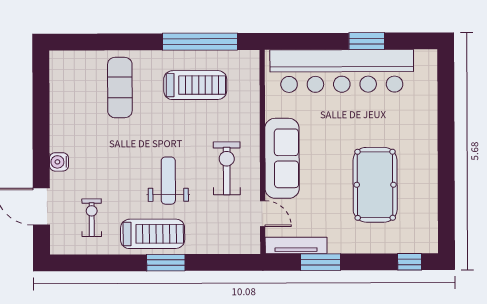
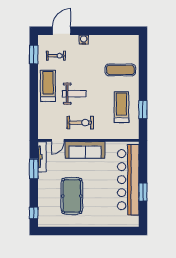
window: (200, 42) -> (143, 110), width x0.47
treadmill: (195, 85) -> (121, 107), turned 180
pool table: (375, 185) -> (72, 196), turned 90
treadmill: (153, 234) -> (48, 86), turned 180
window: (166, 263) -> (34, 54), moved

